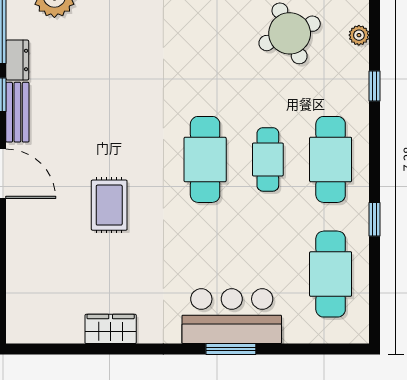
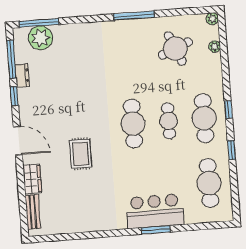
window: (374, 86) -> (228, 109), moved
bench: (17, 112) -> (33, 212), moved
wardrobe: (111, 329) -> (32, 179), moved, turned 90

